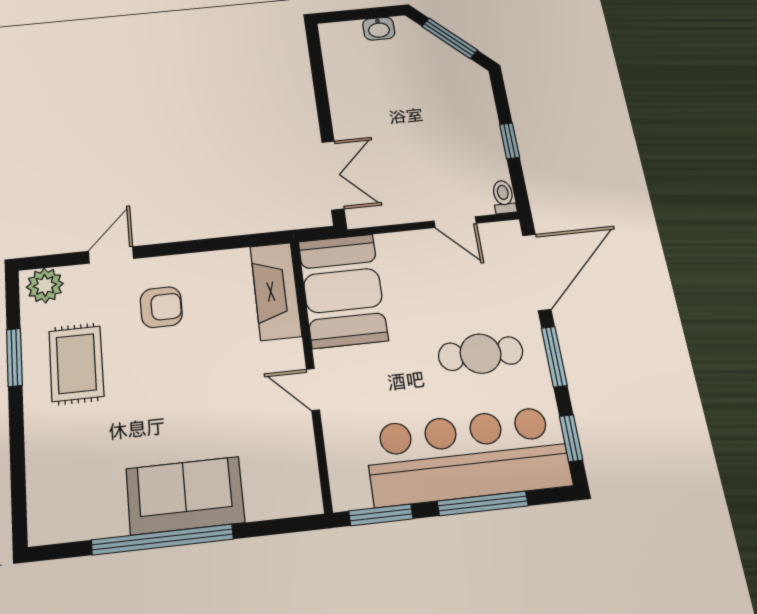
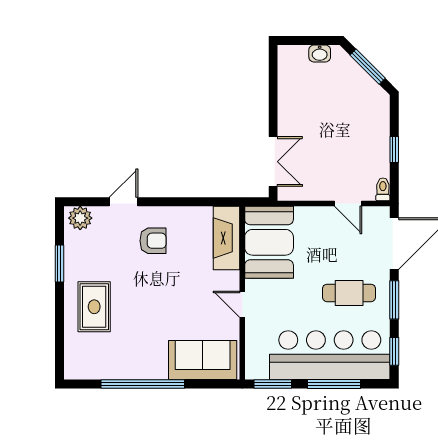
rug: (76, 364) -> (94, 307), moved
sofa: (185, 496) -> (203, 360), moved

